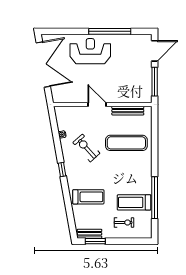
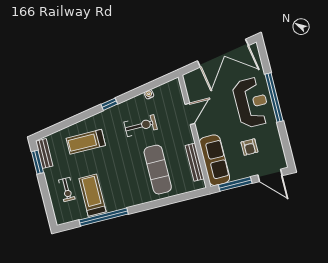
window: (110, 31) -> (274, 98), moved
armchair: (127, 62) -> (249, 147), added
sofa: (130, 94) -> (214, 160), added
door: (97, 105) -> (190, 114), moved
exercise bike: (86, 148) -> (141, 126), turned 42
treadmill: (88, 197) -> (86, 142), turned 90

